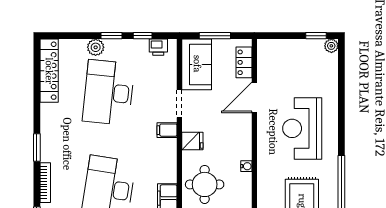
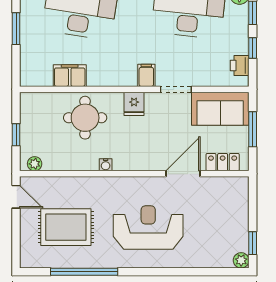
door: (254, 97) -> (183, 174), hinge flipped

